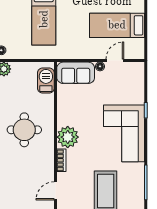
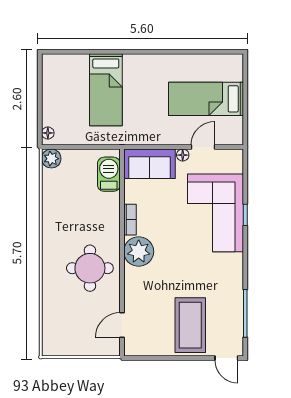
round table: (24, 130) -> (90, 268), moved
corner sofa: (124, 133) -> (216, 213), moved
bookcase: (61, 160) -> (130, 220), moved

